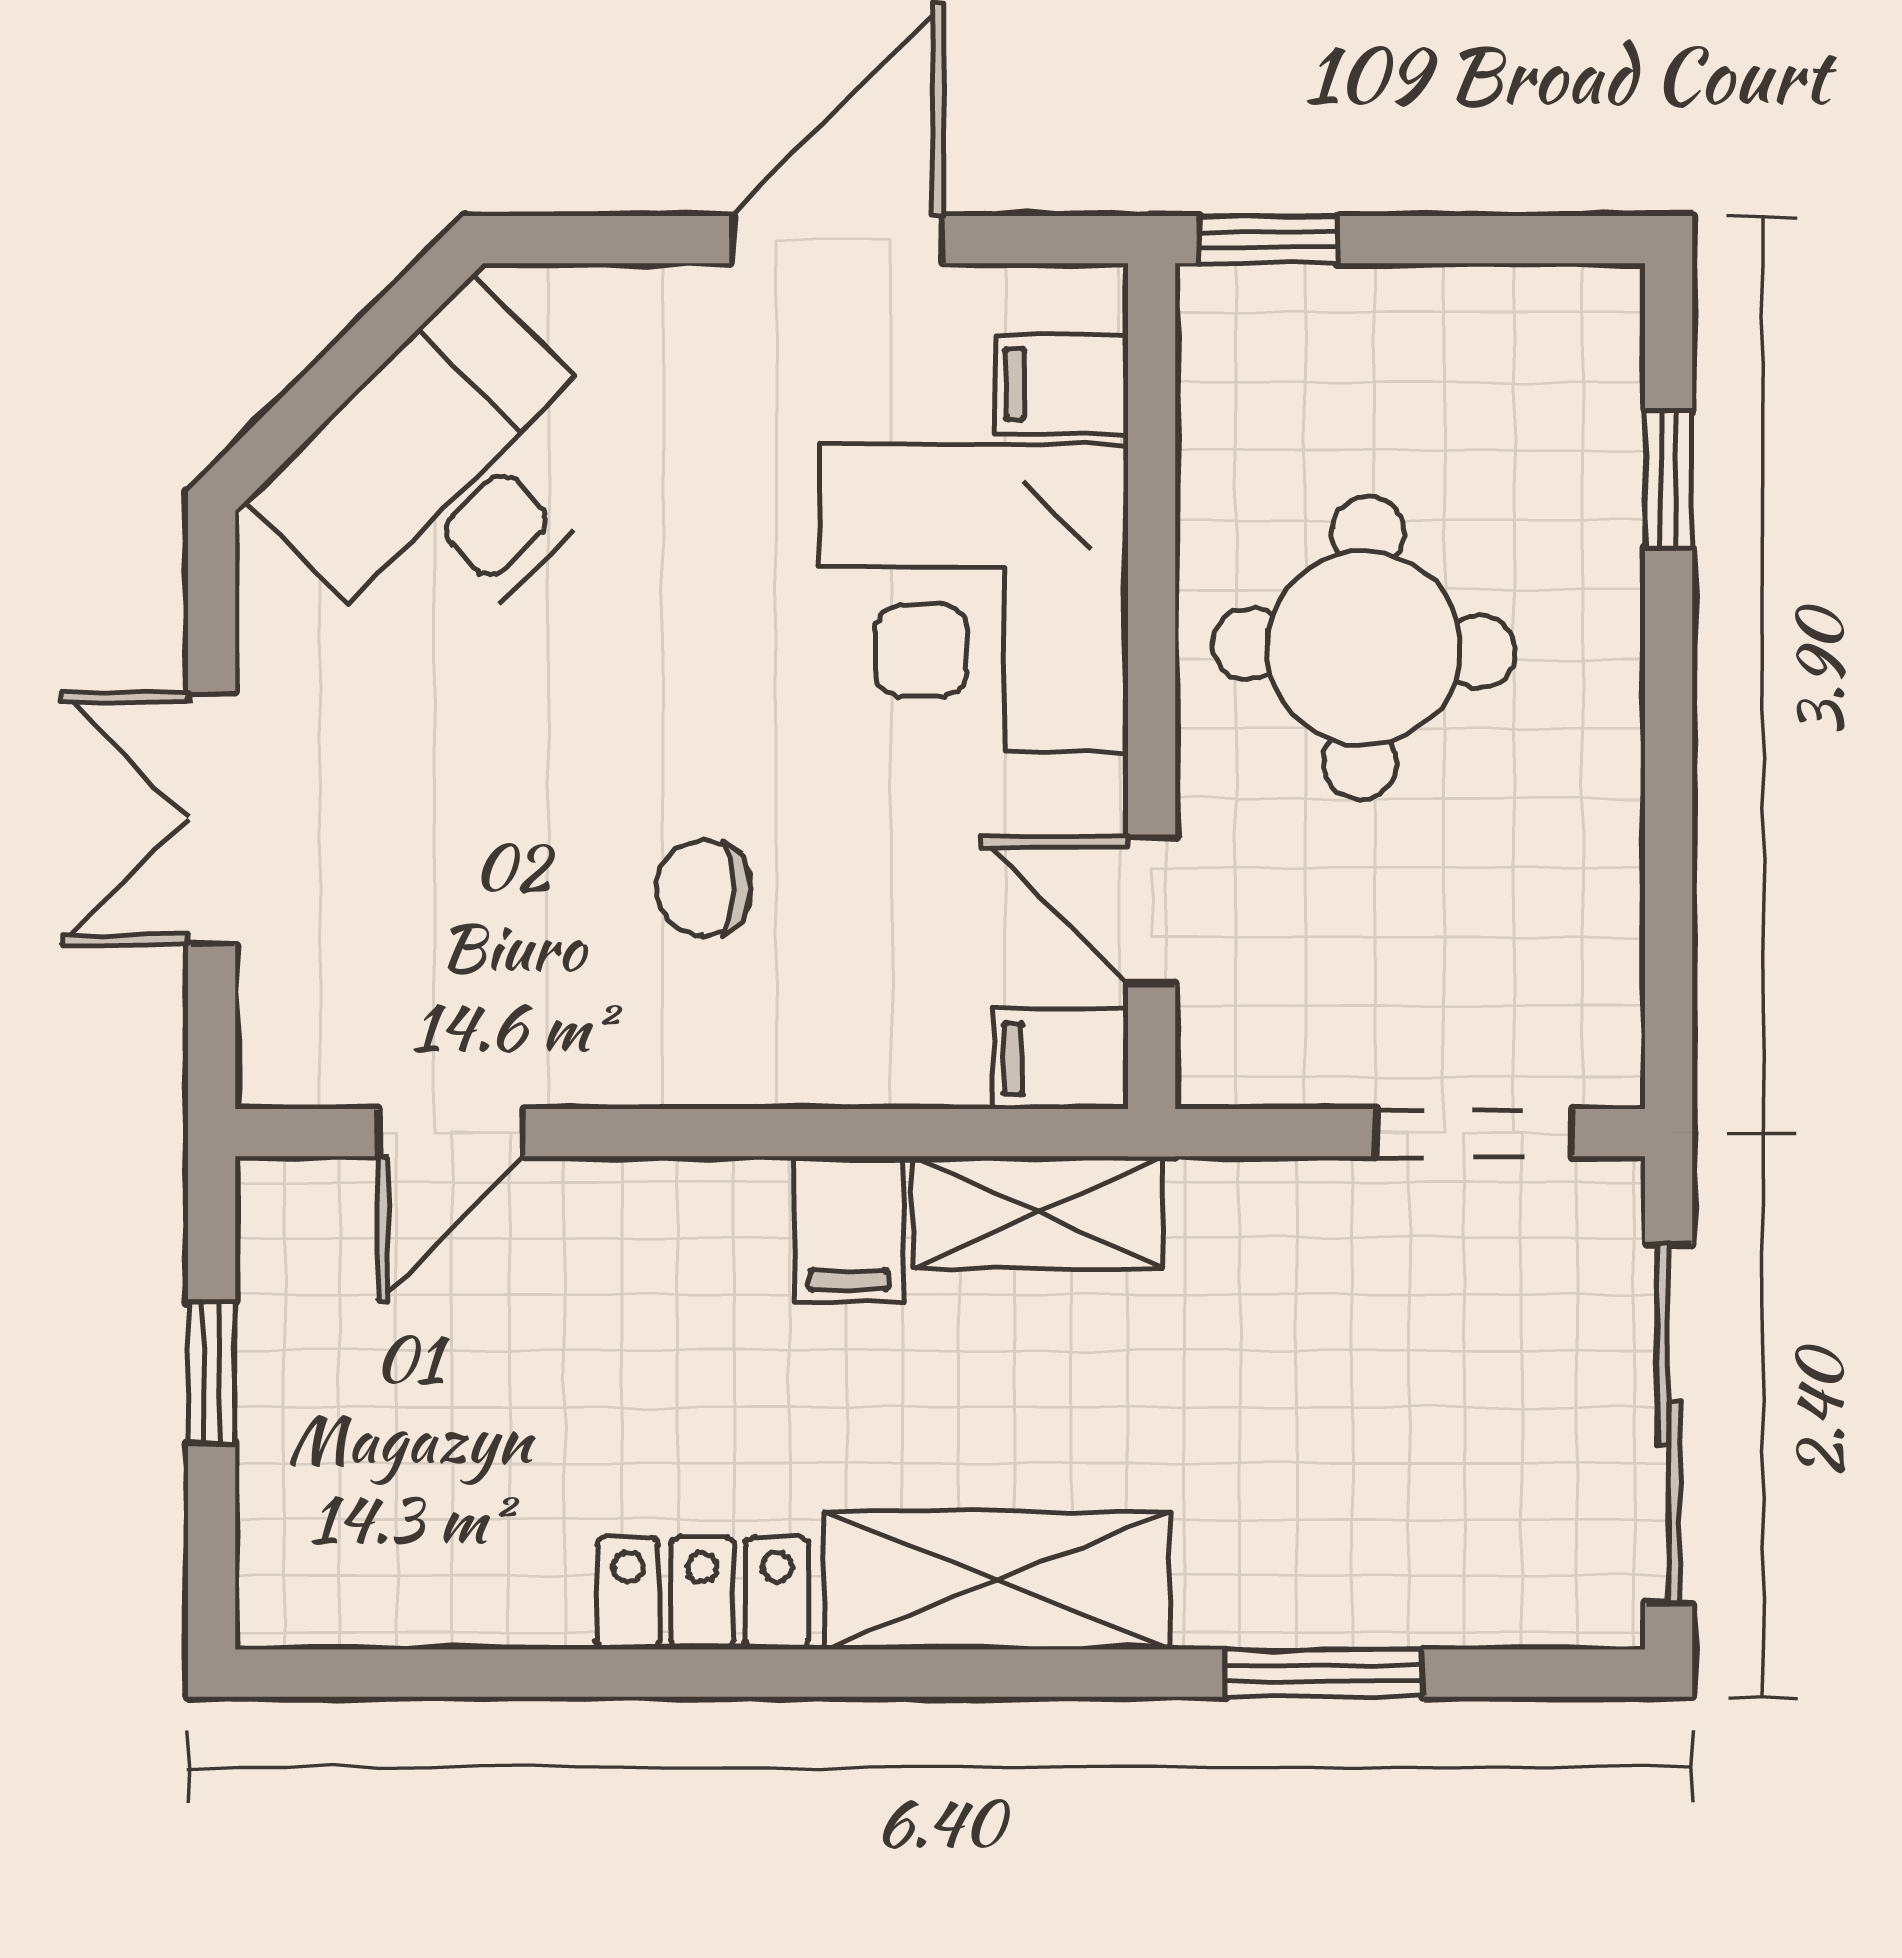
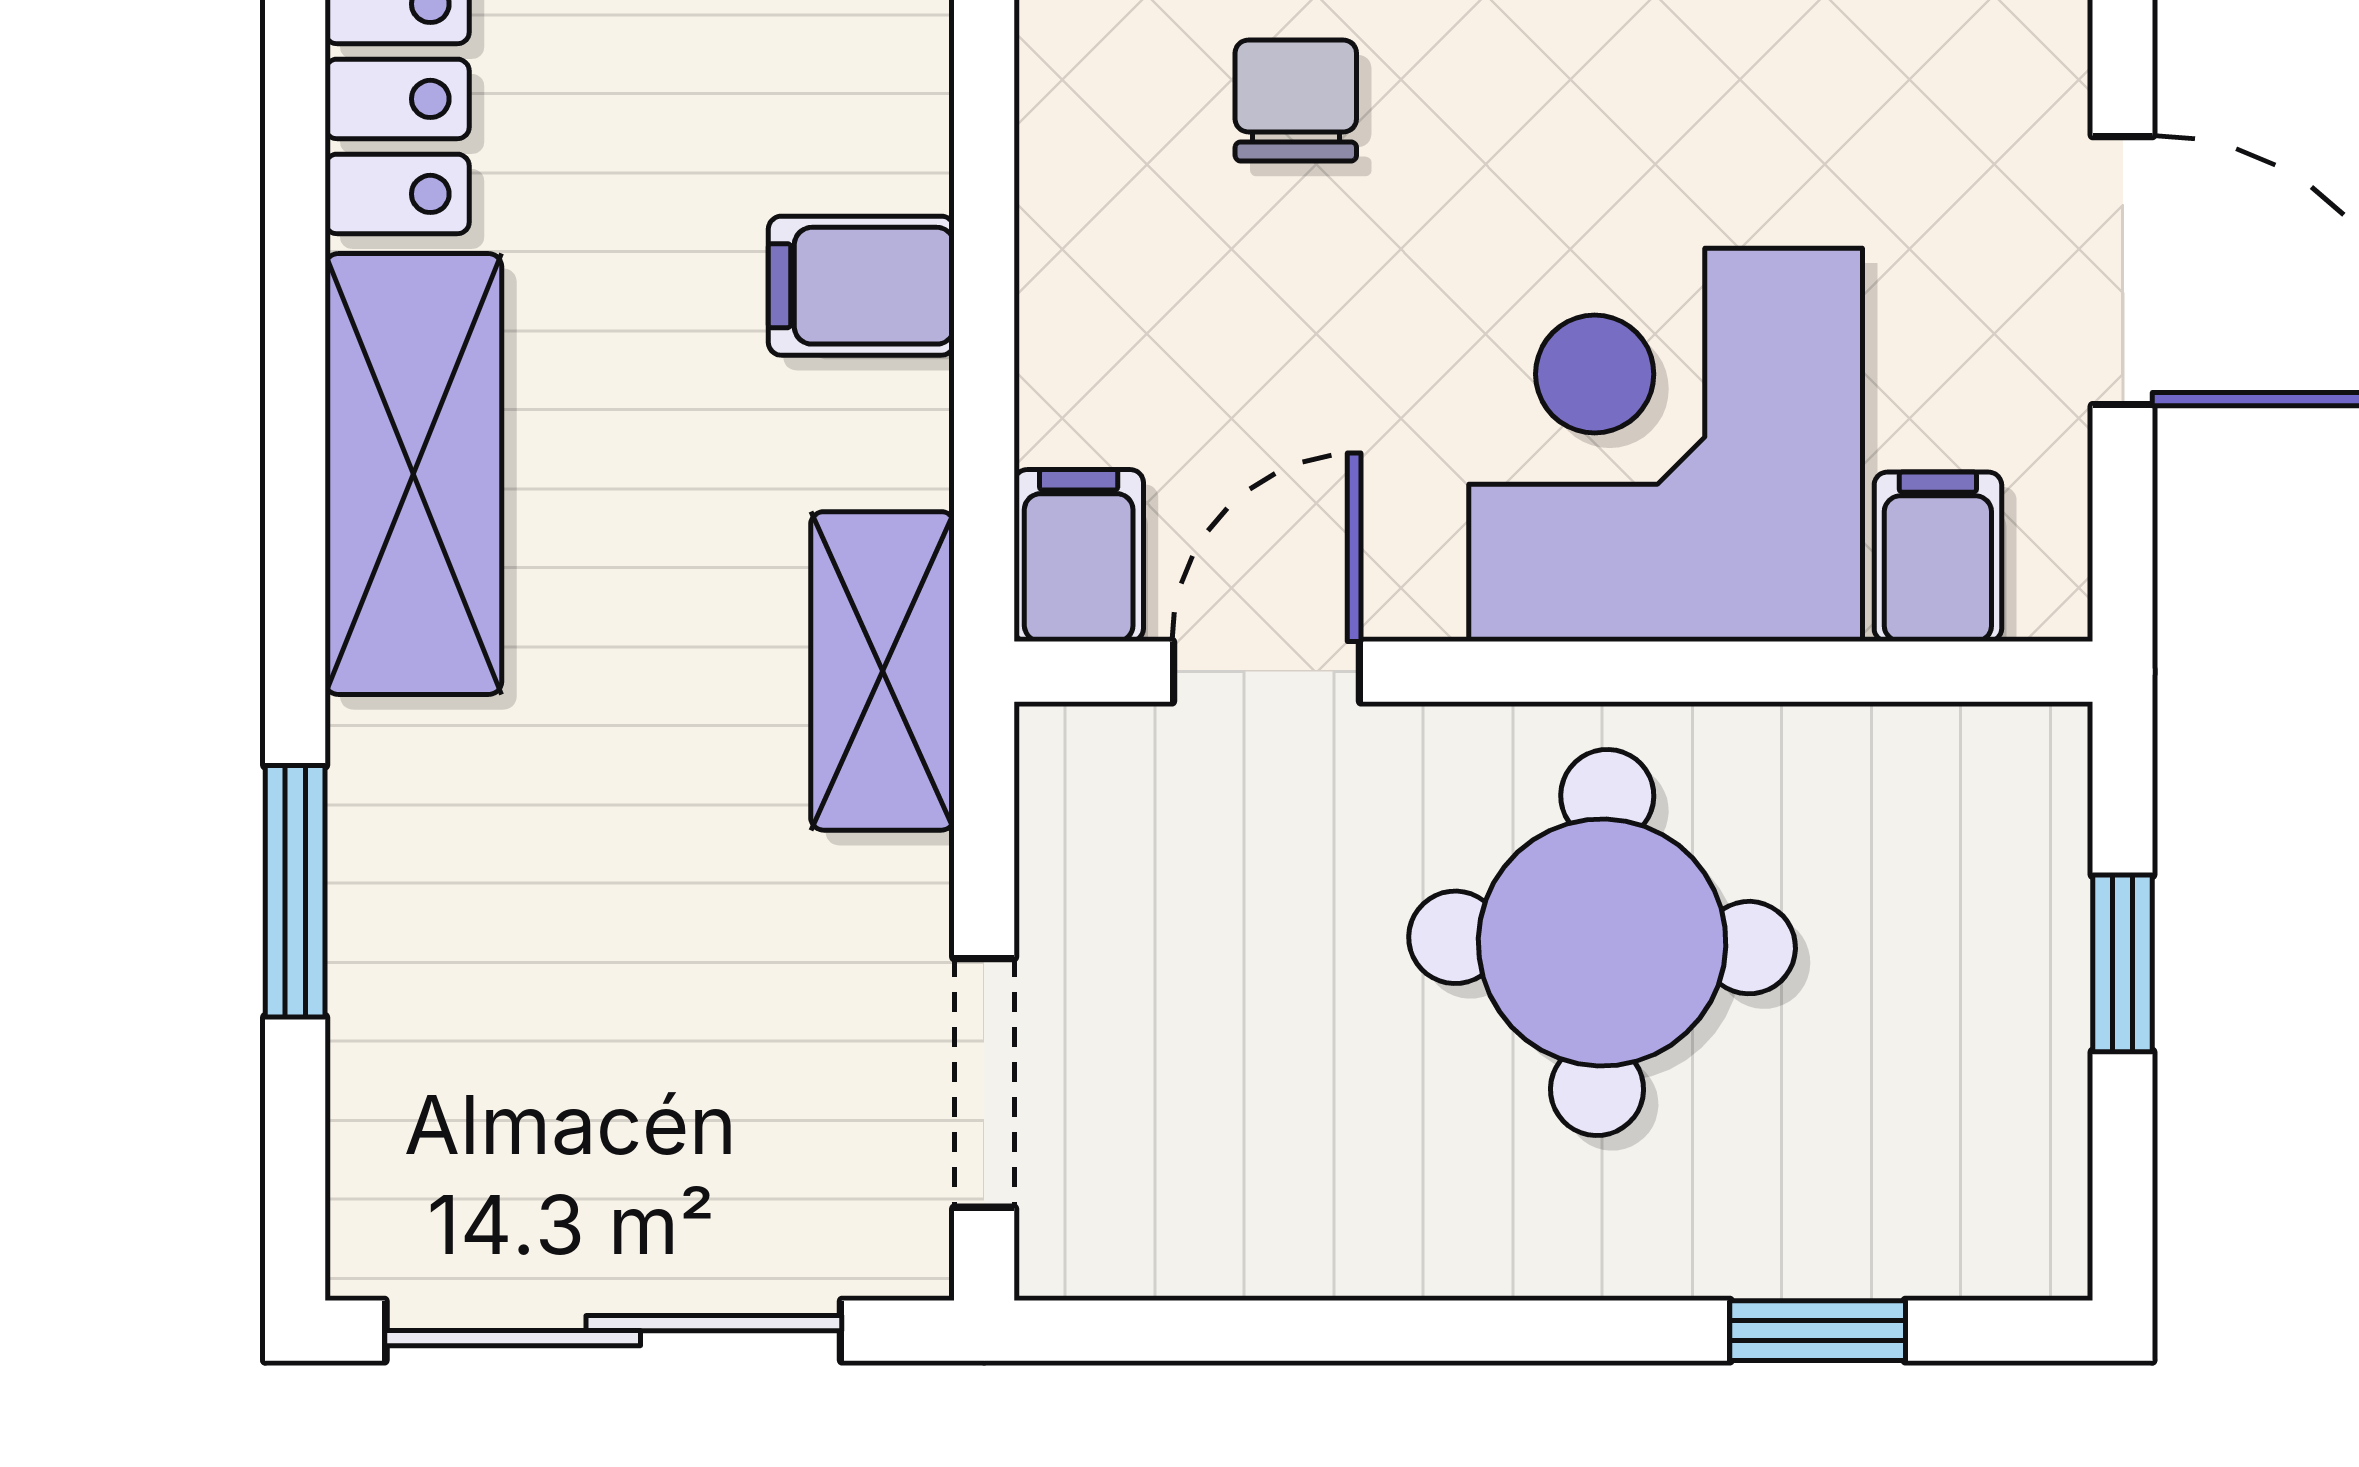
window: (1268, 240) -> (2123, 963), moved
shelving: (1038, 1212) -> (882, 671), moved

